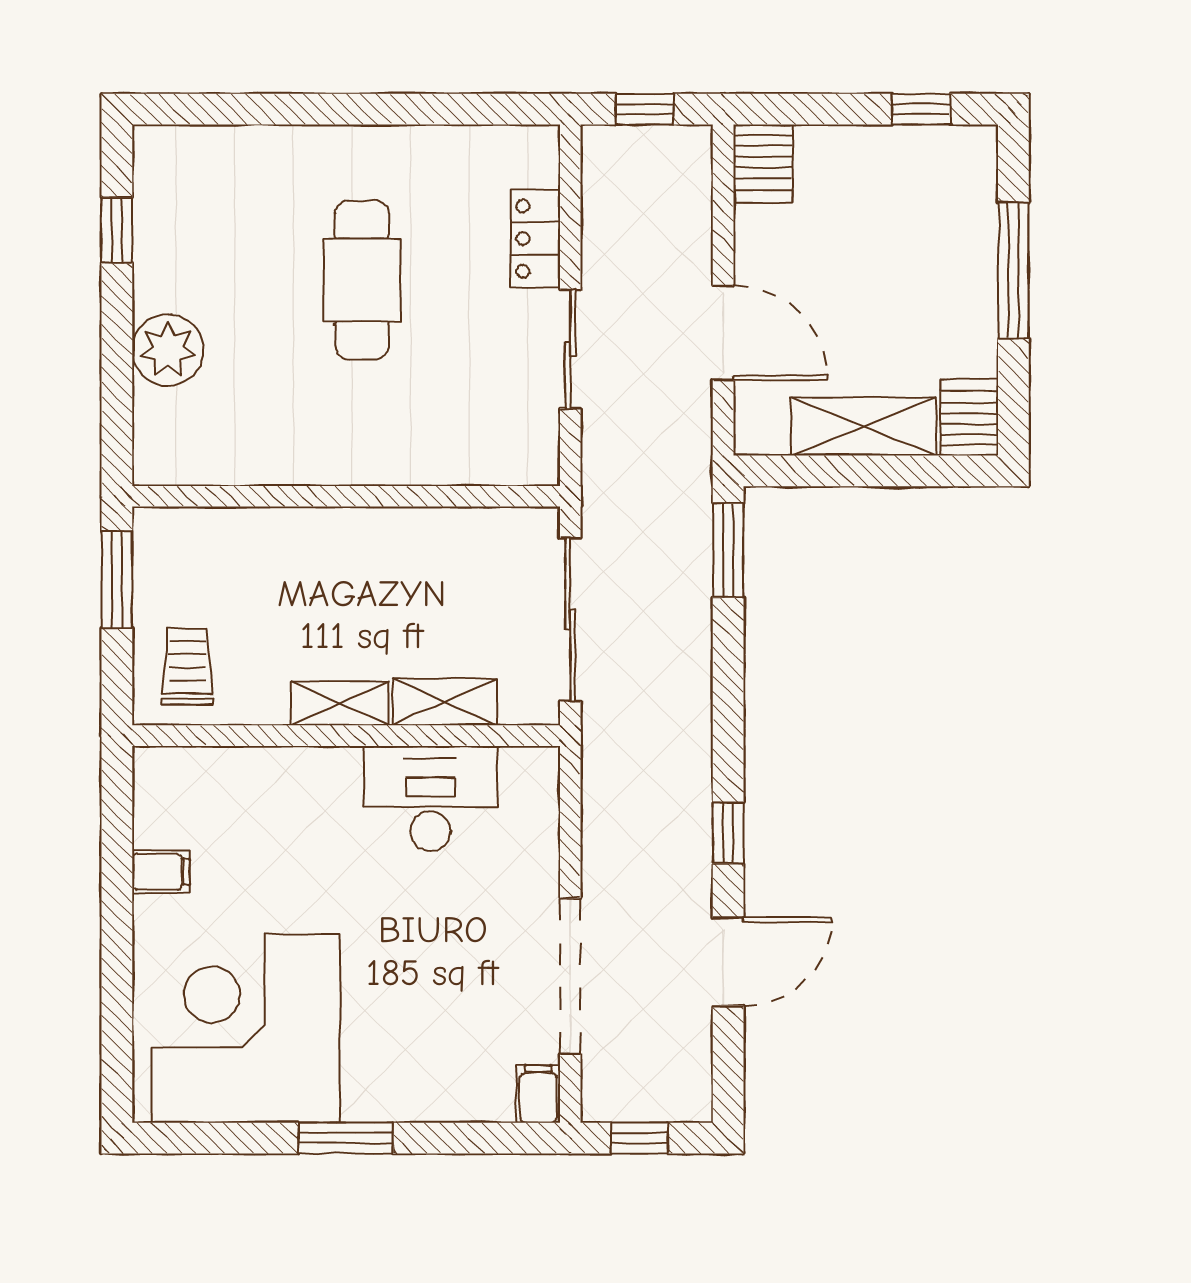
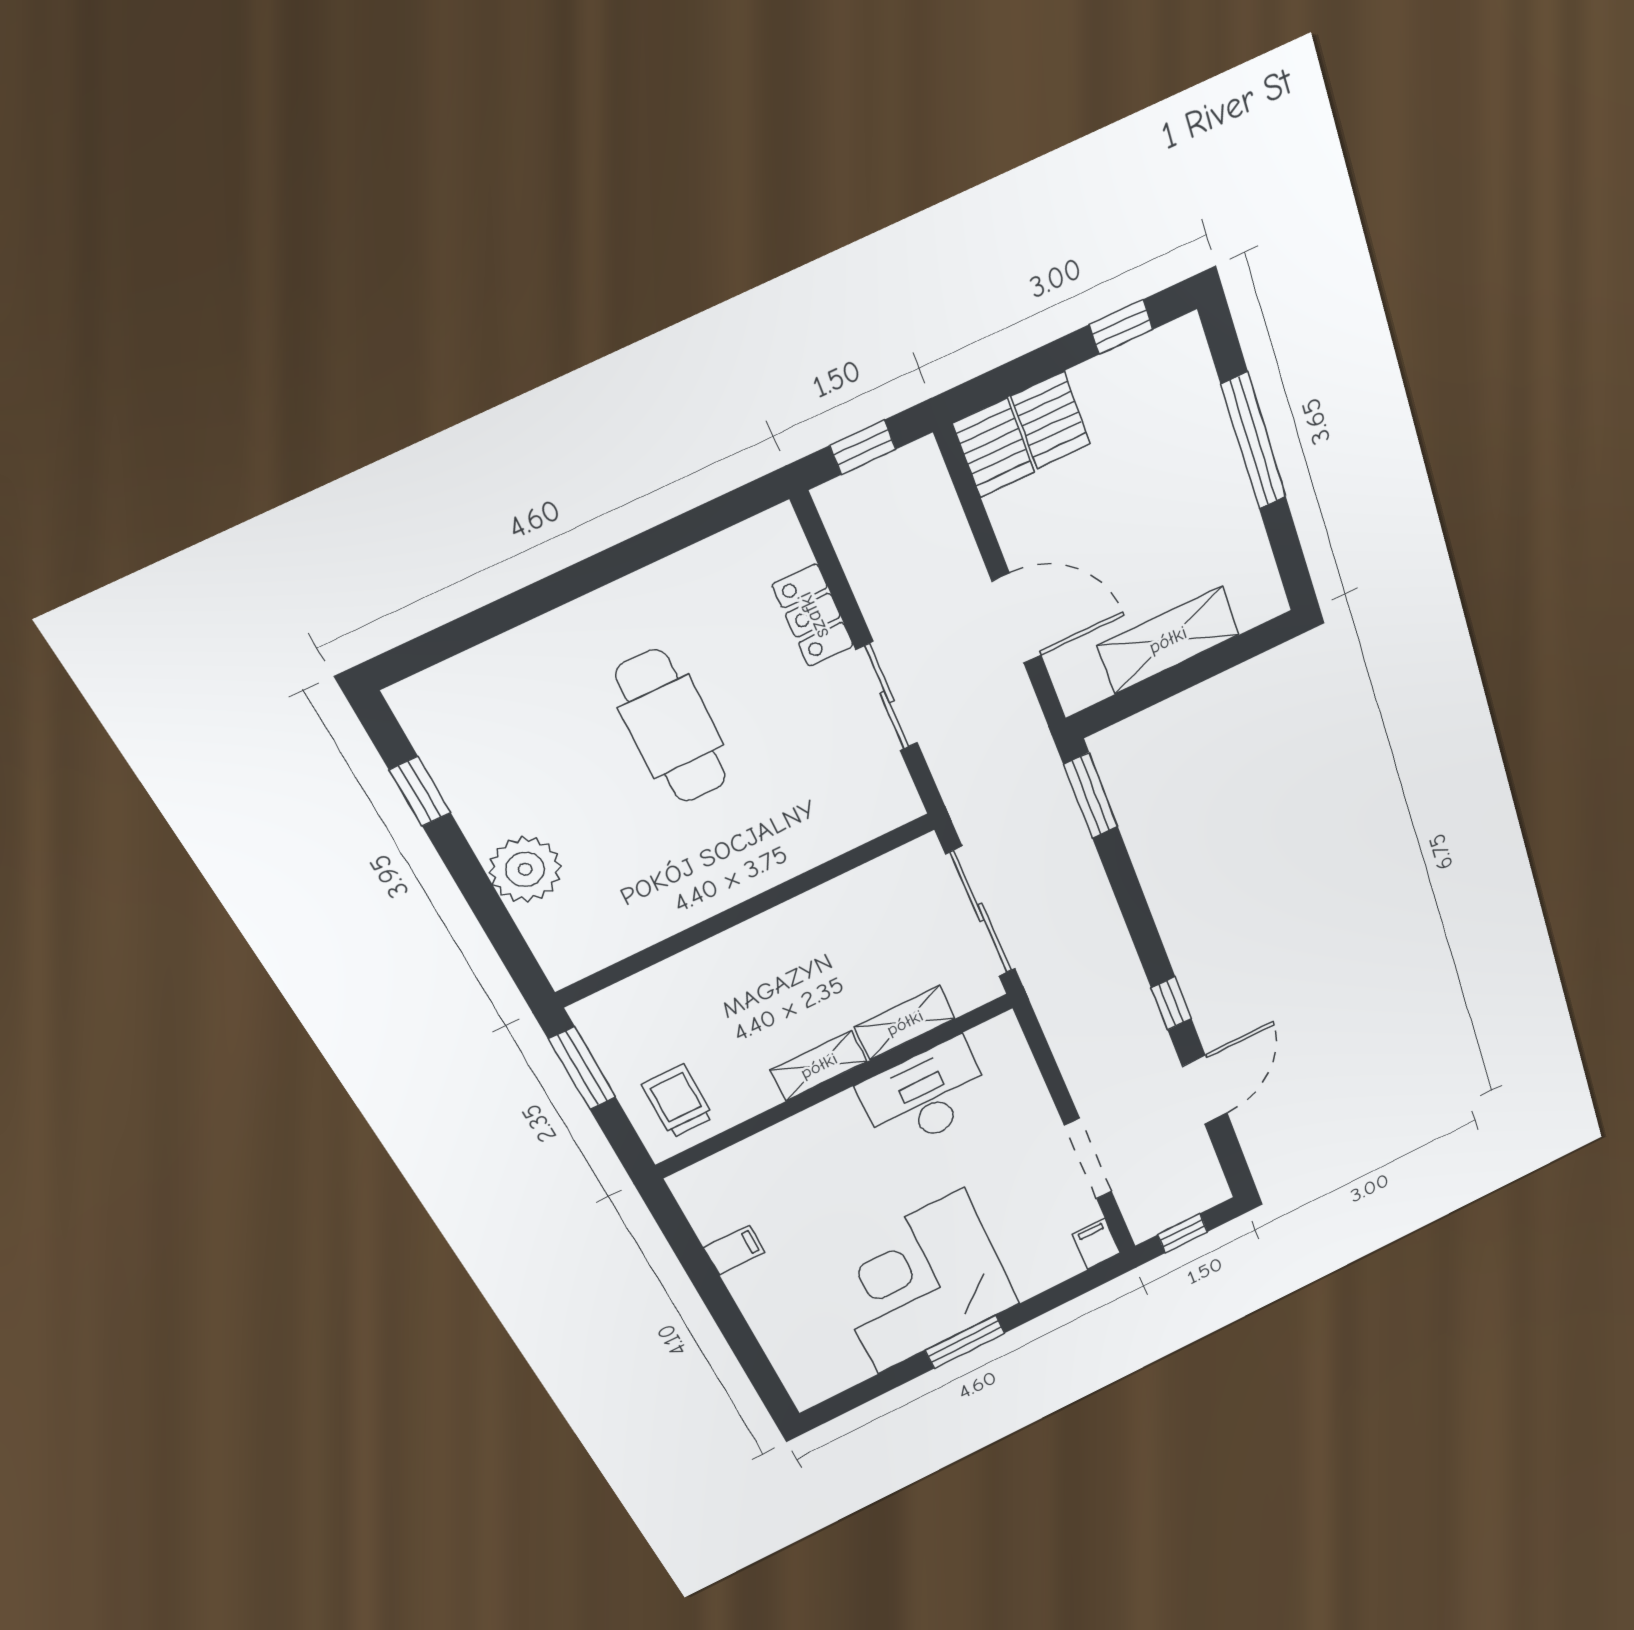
server rack: (969, 417) -> (1051, 420), moved, turned 180
doorway: (570, 976) -> (1088, 1159), width x0.73
corner desk: (246, 1029) -> (920, 1282), moved

